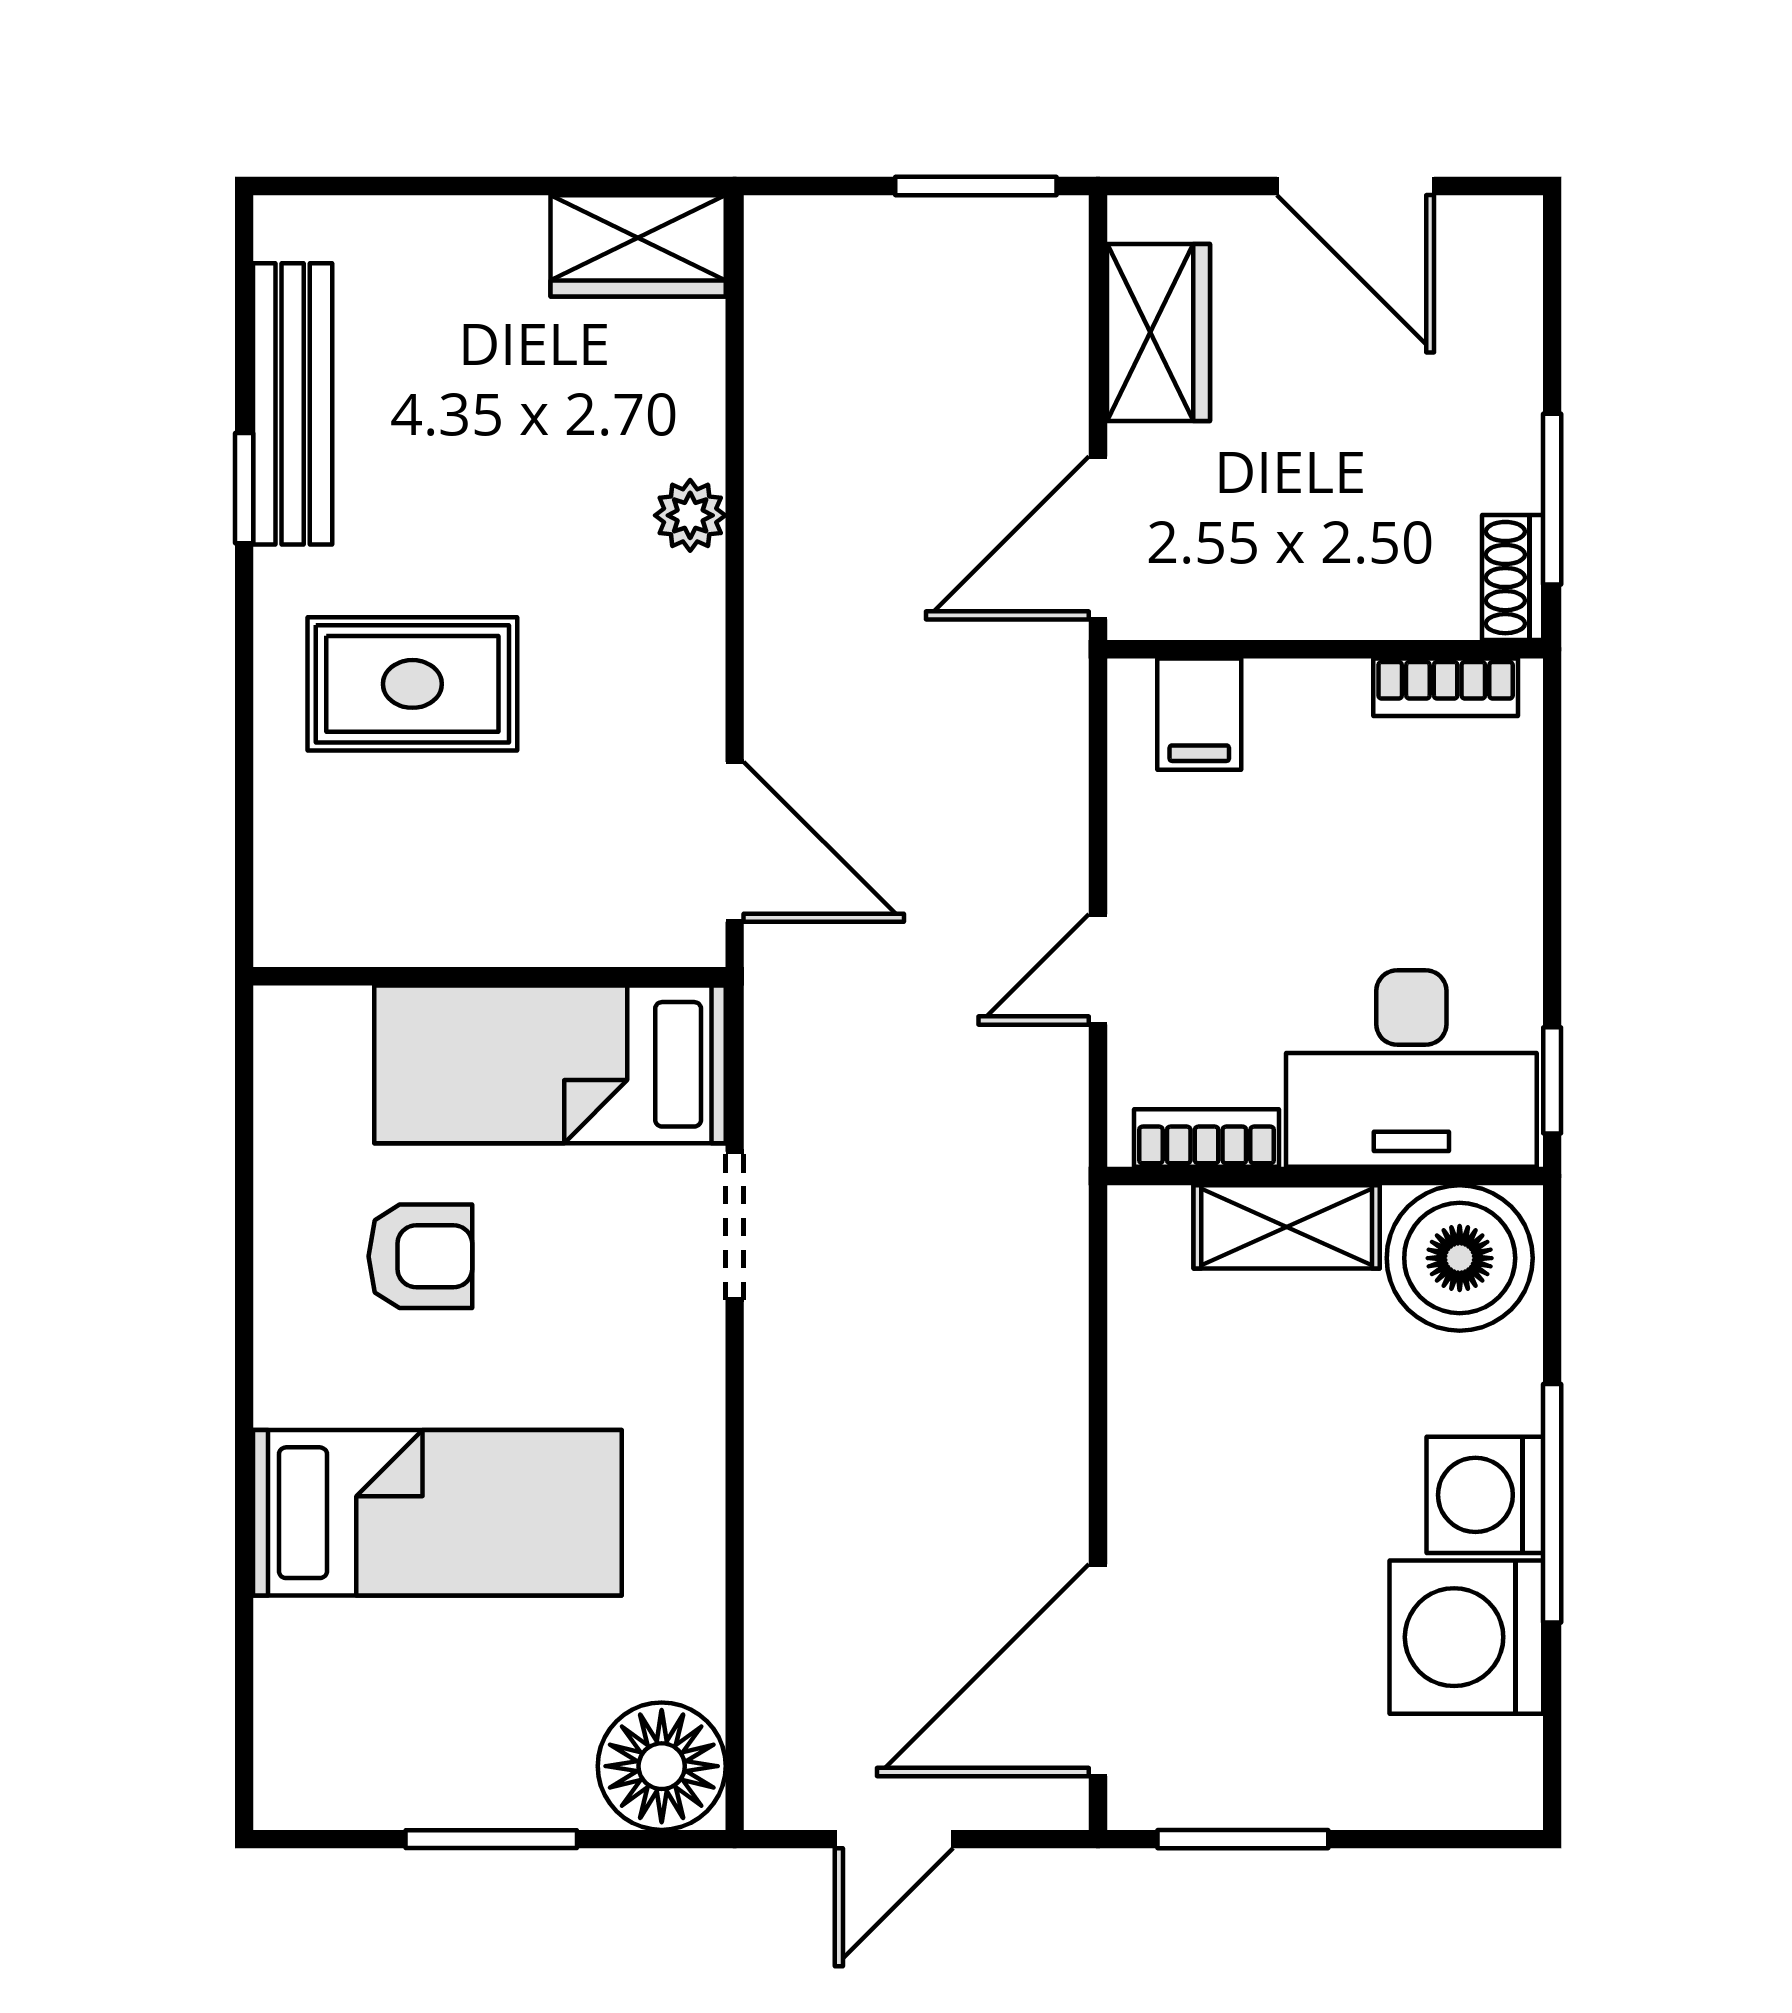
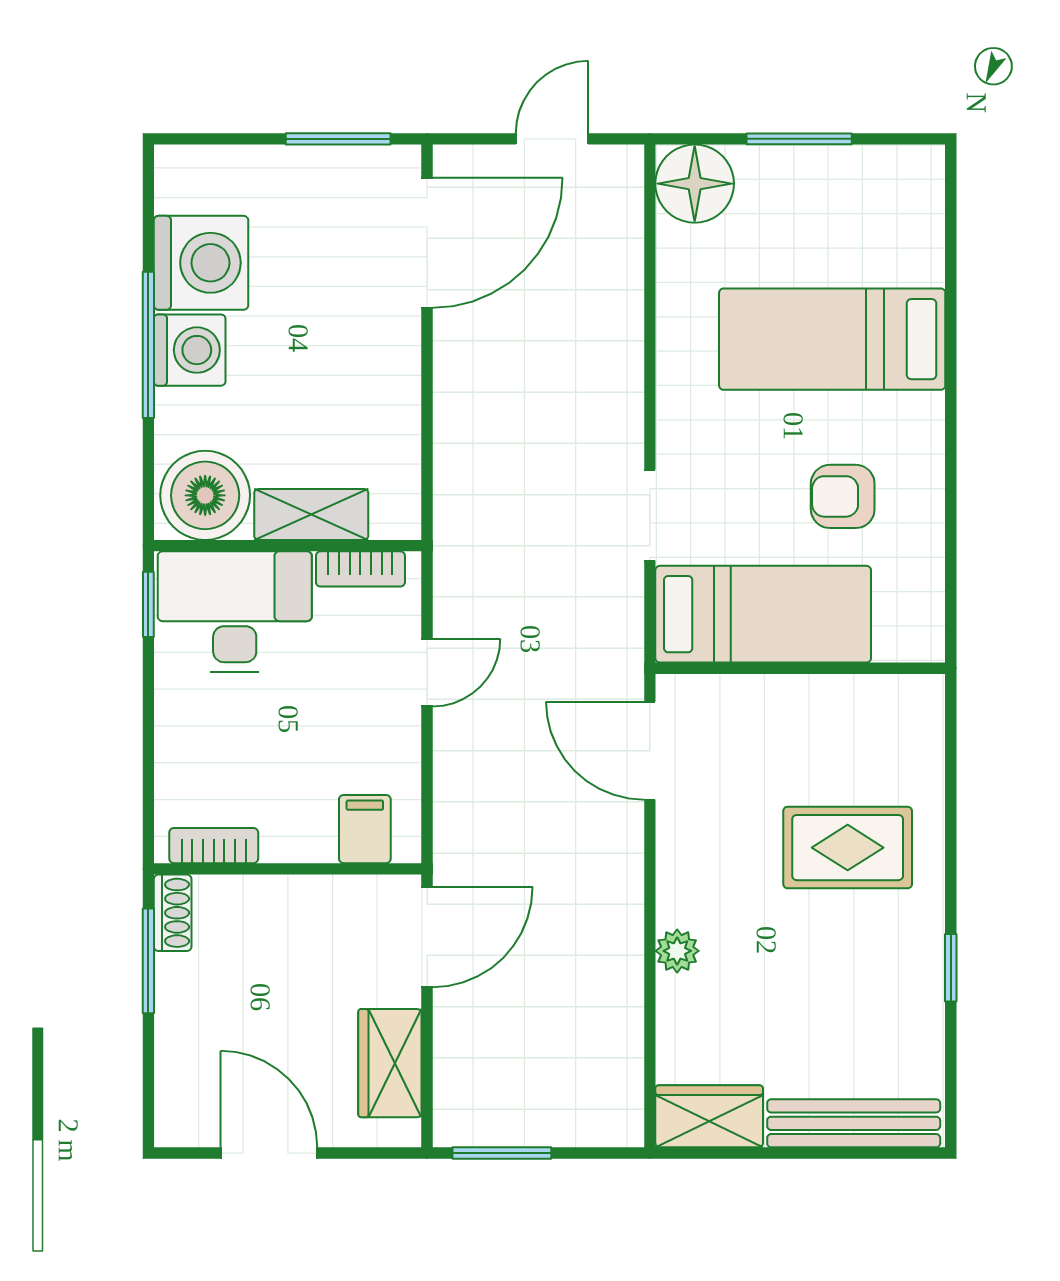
bench: (293, 404) -> (854, 1123), moved, turned 90

